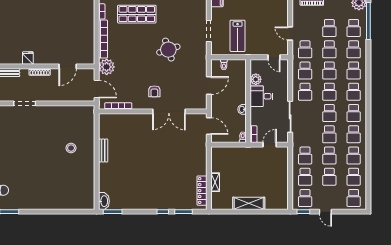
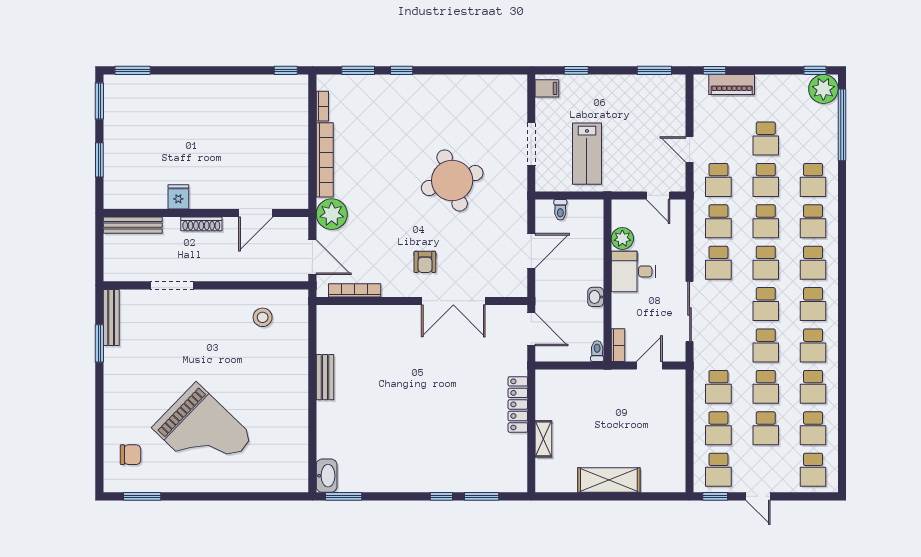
shop shelf: (137, 14) -> (391, 111), removed
school desk: (354, 28) -> (813, 139), removed
round table: (168, 50) -> (452, 180), width x1.36, depth x1.36
stool: (71, 148) -> (263, 317), moved
grand piano: (40, 179) -> (203, 433), added
locker: (202, 191) -> (518, 404), moved

